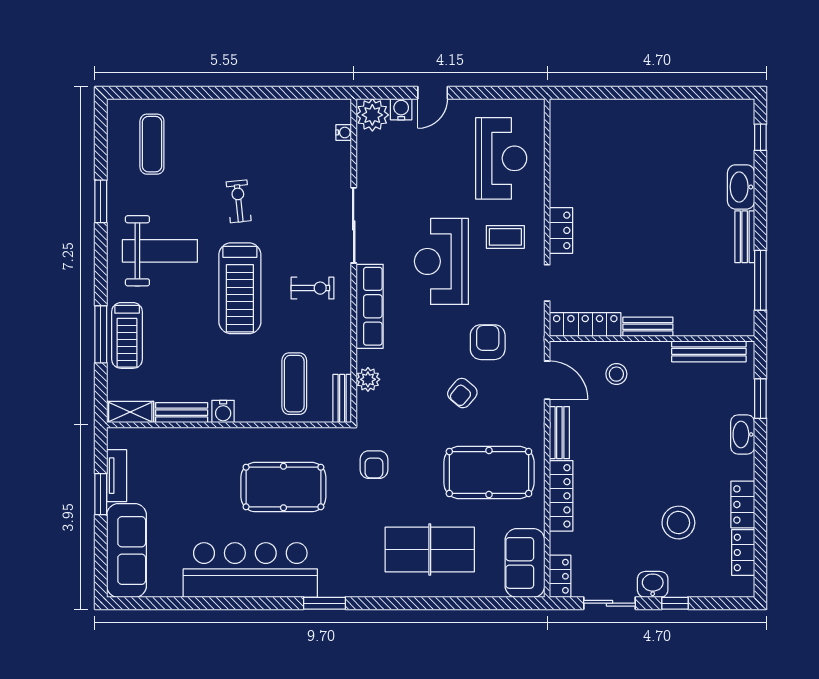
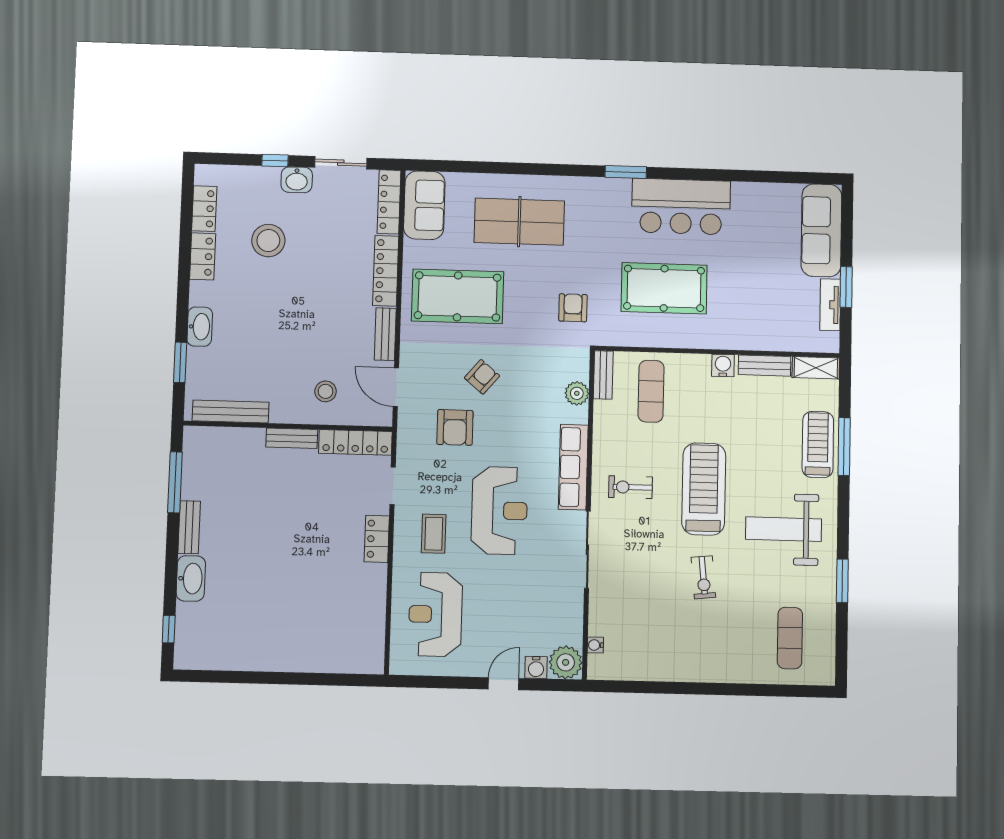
coffee table: (505, 237) -> (434, 534), turned 90
bar counter: (250, 570) -> (681, 207), width x0.73
locker: (560, 576) -> (389, 202), width x1.53

